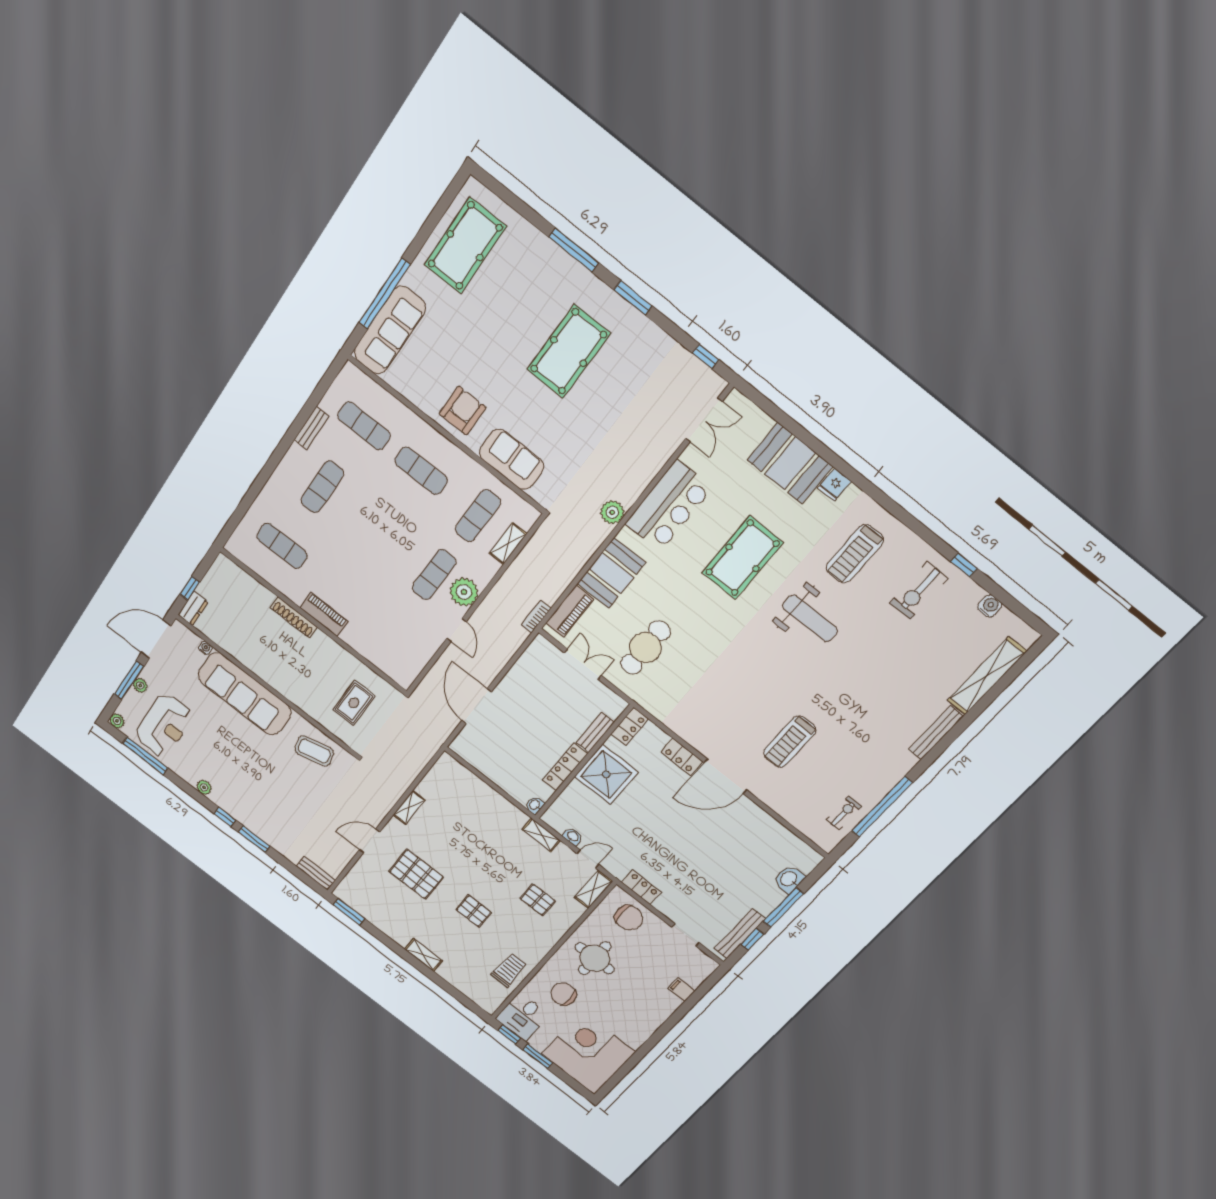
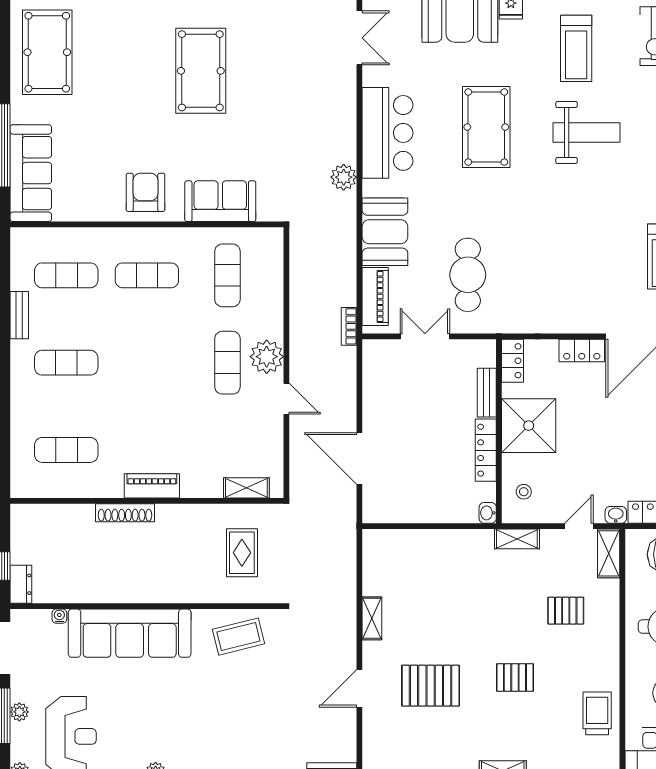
exercise mat: (322, 487) -> (66, 363), turned 90
shelving: (508, 544) -> (246, 488), moved, turned 90
stool: (569, 811) -> (524, 492), added
washbasin: (573, 836) -> (616, 515), moved

